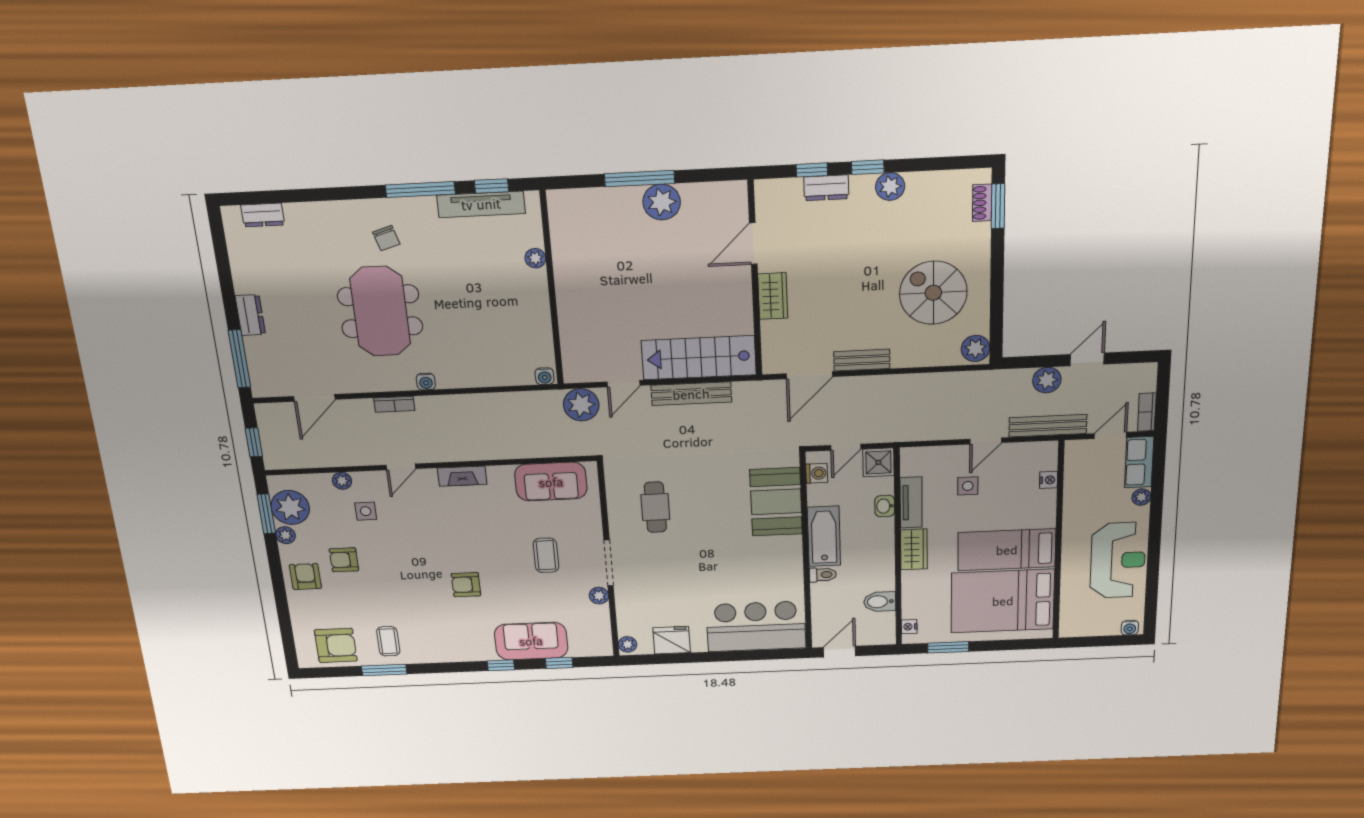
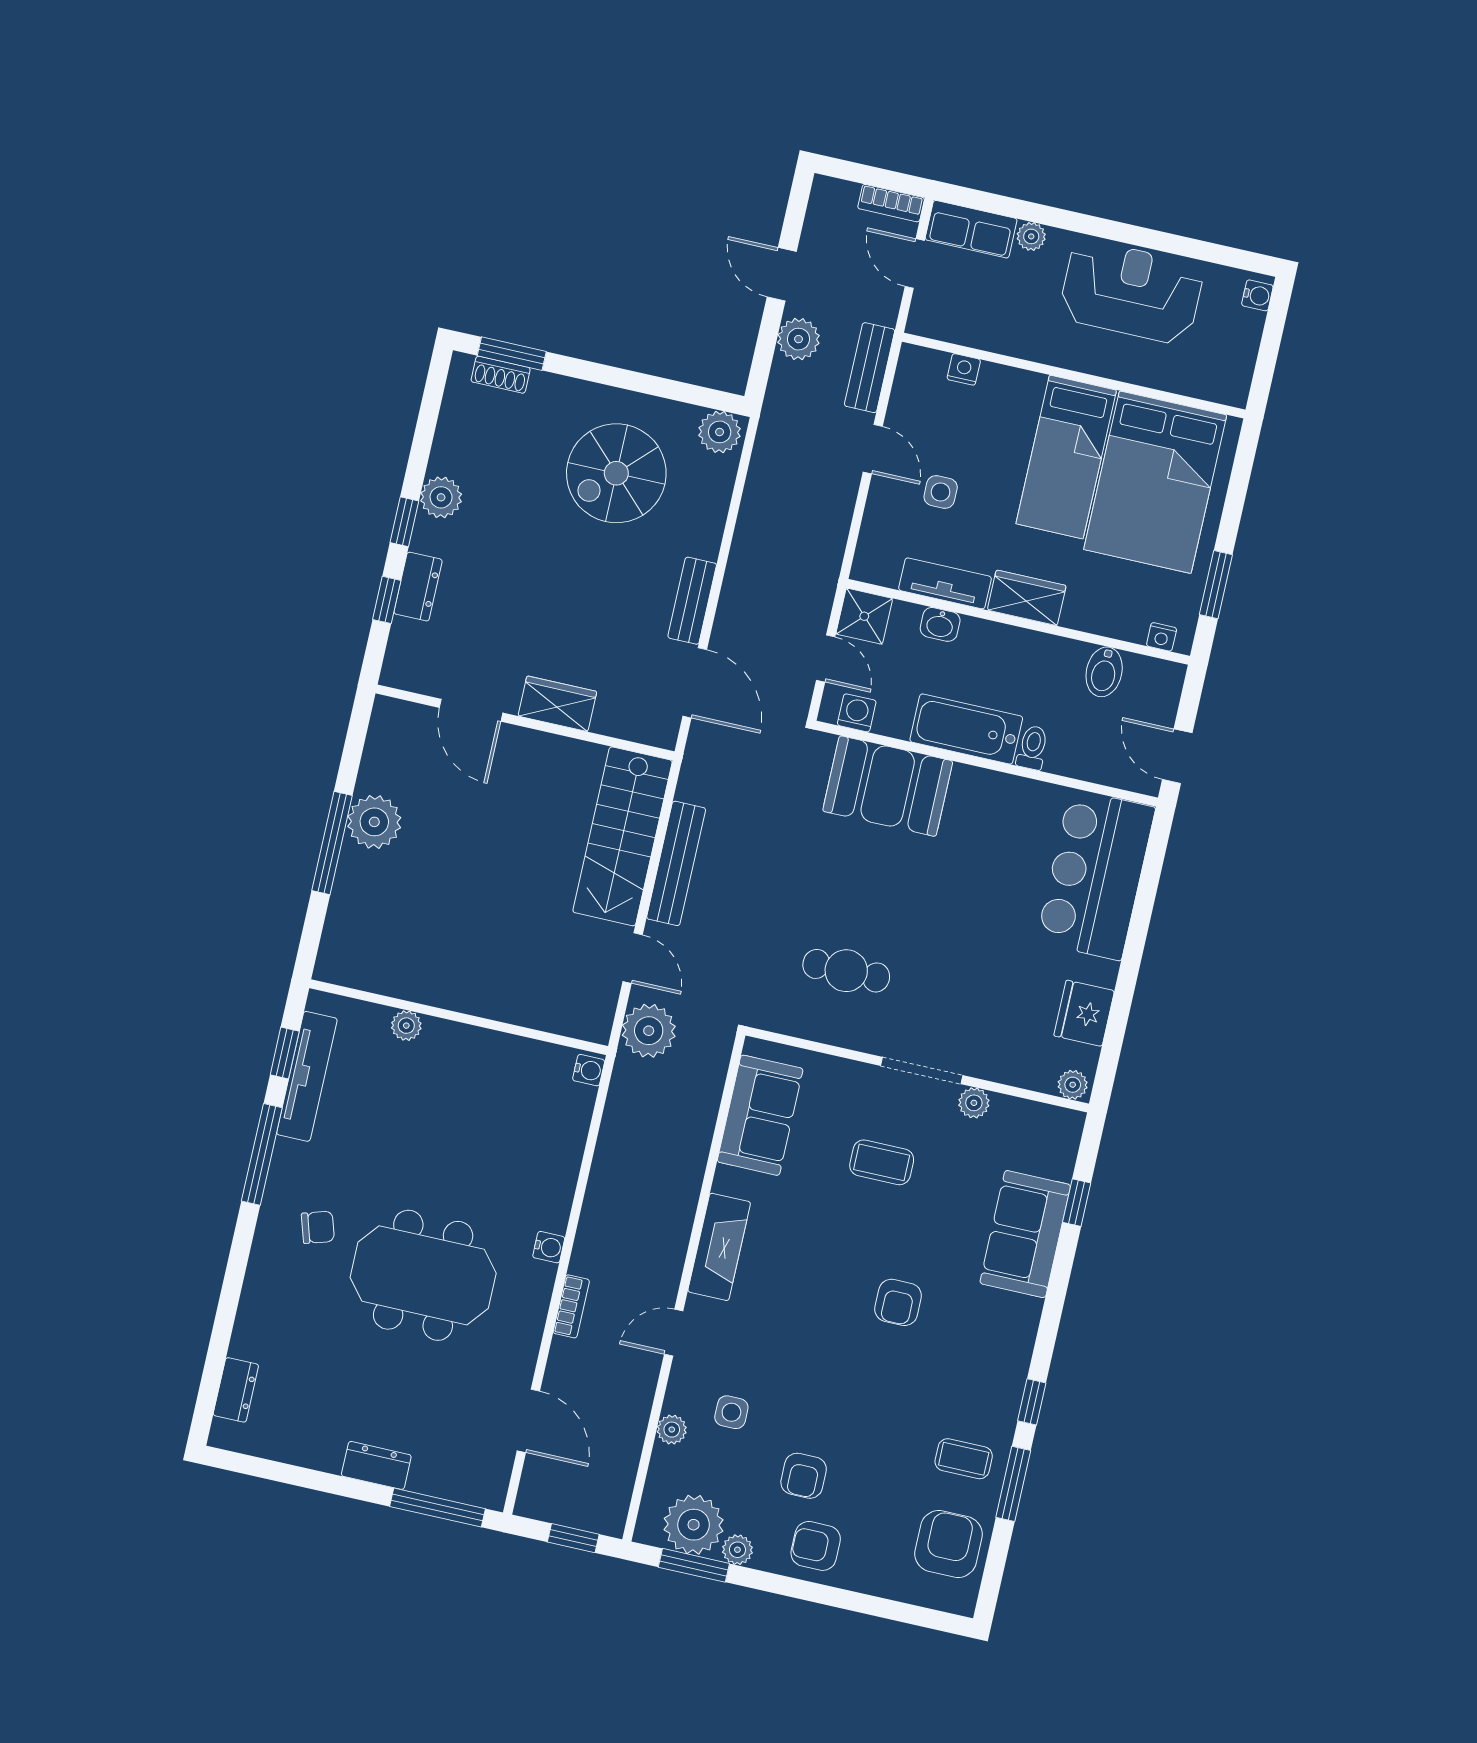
bench: (1048, 426) -> (870, 368), width x0.73
door: (401, 467) -> (674, 1333), swing flipped
fireplace: (462, 476) -> (719, 1247), width x1.37, depth x1.32
window: (501, 665) -> (1032, 1402), moved

